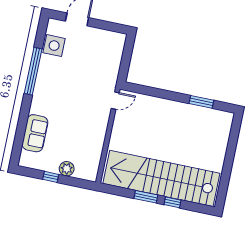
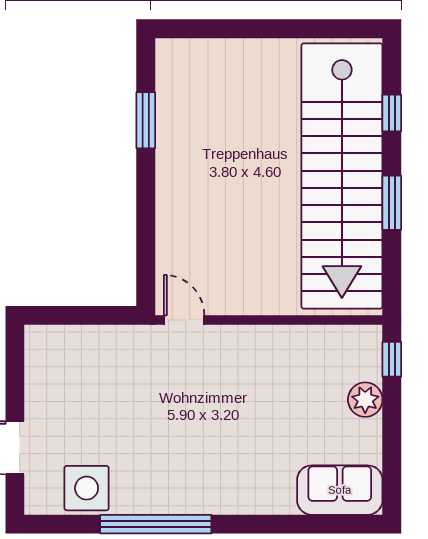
sofa: (35, 133) -> (340, 490), moved
window: (51, 177) -> (392, 359), moved
window: (173, 202) -> (392, 113), moved

